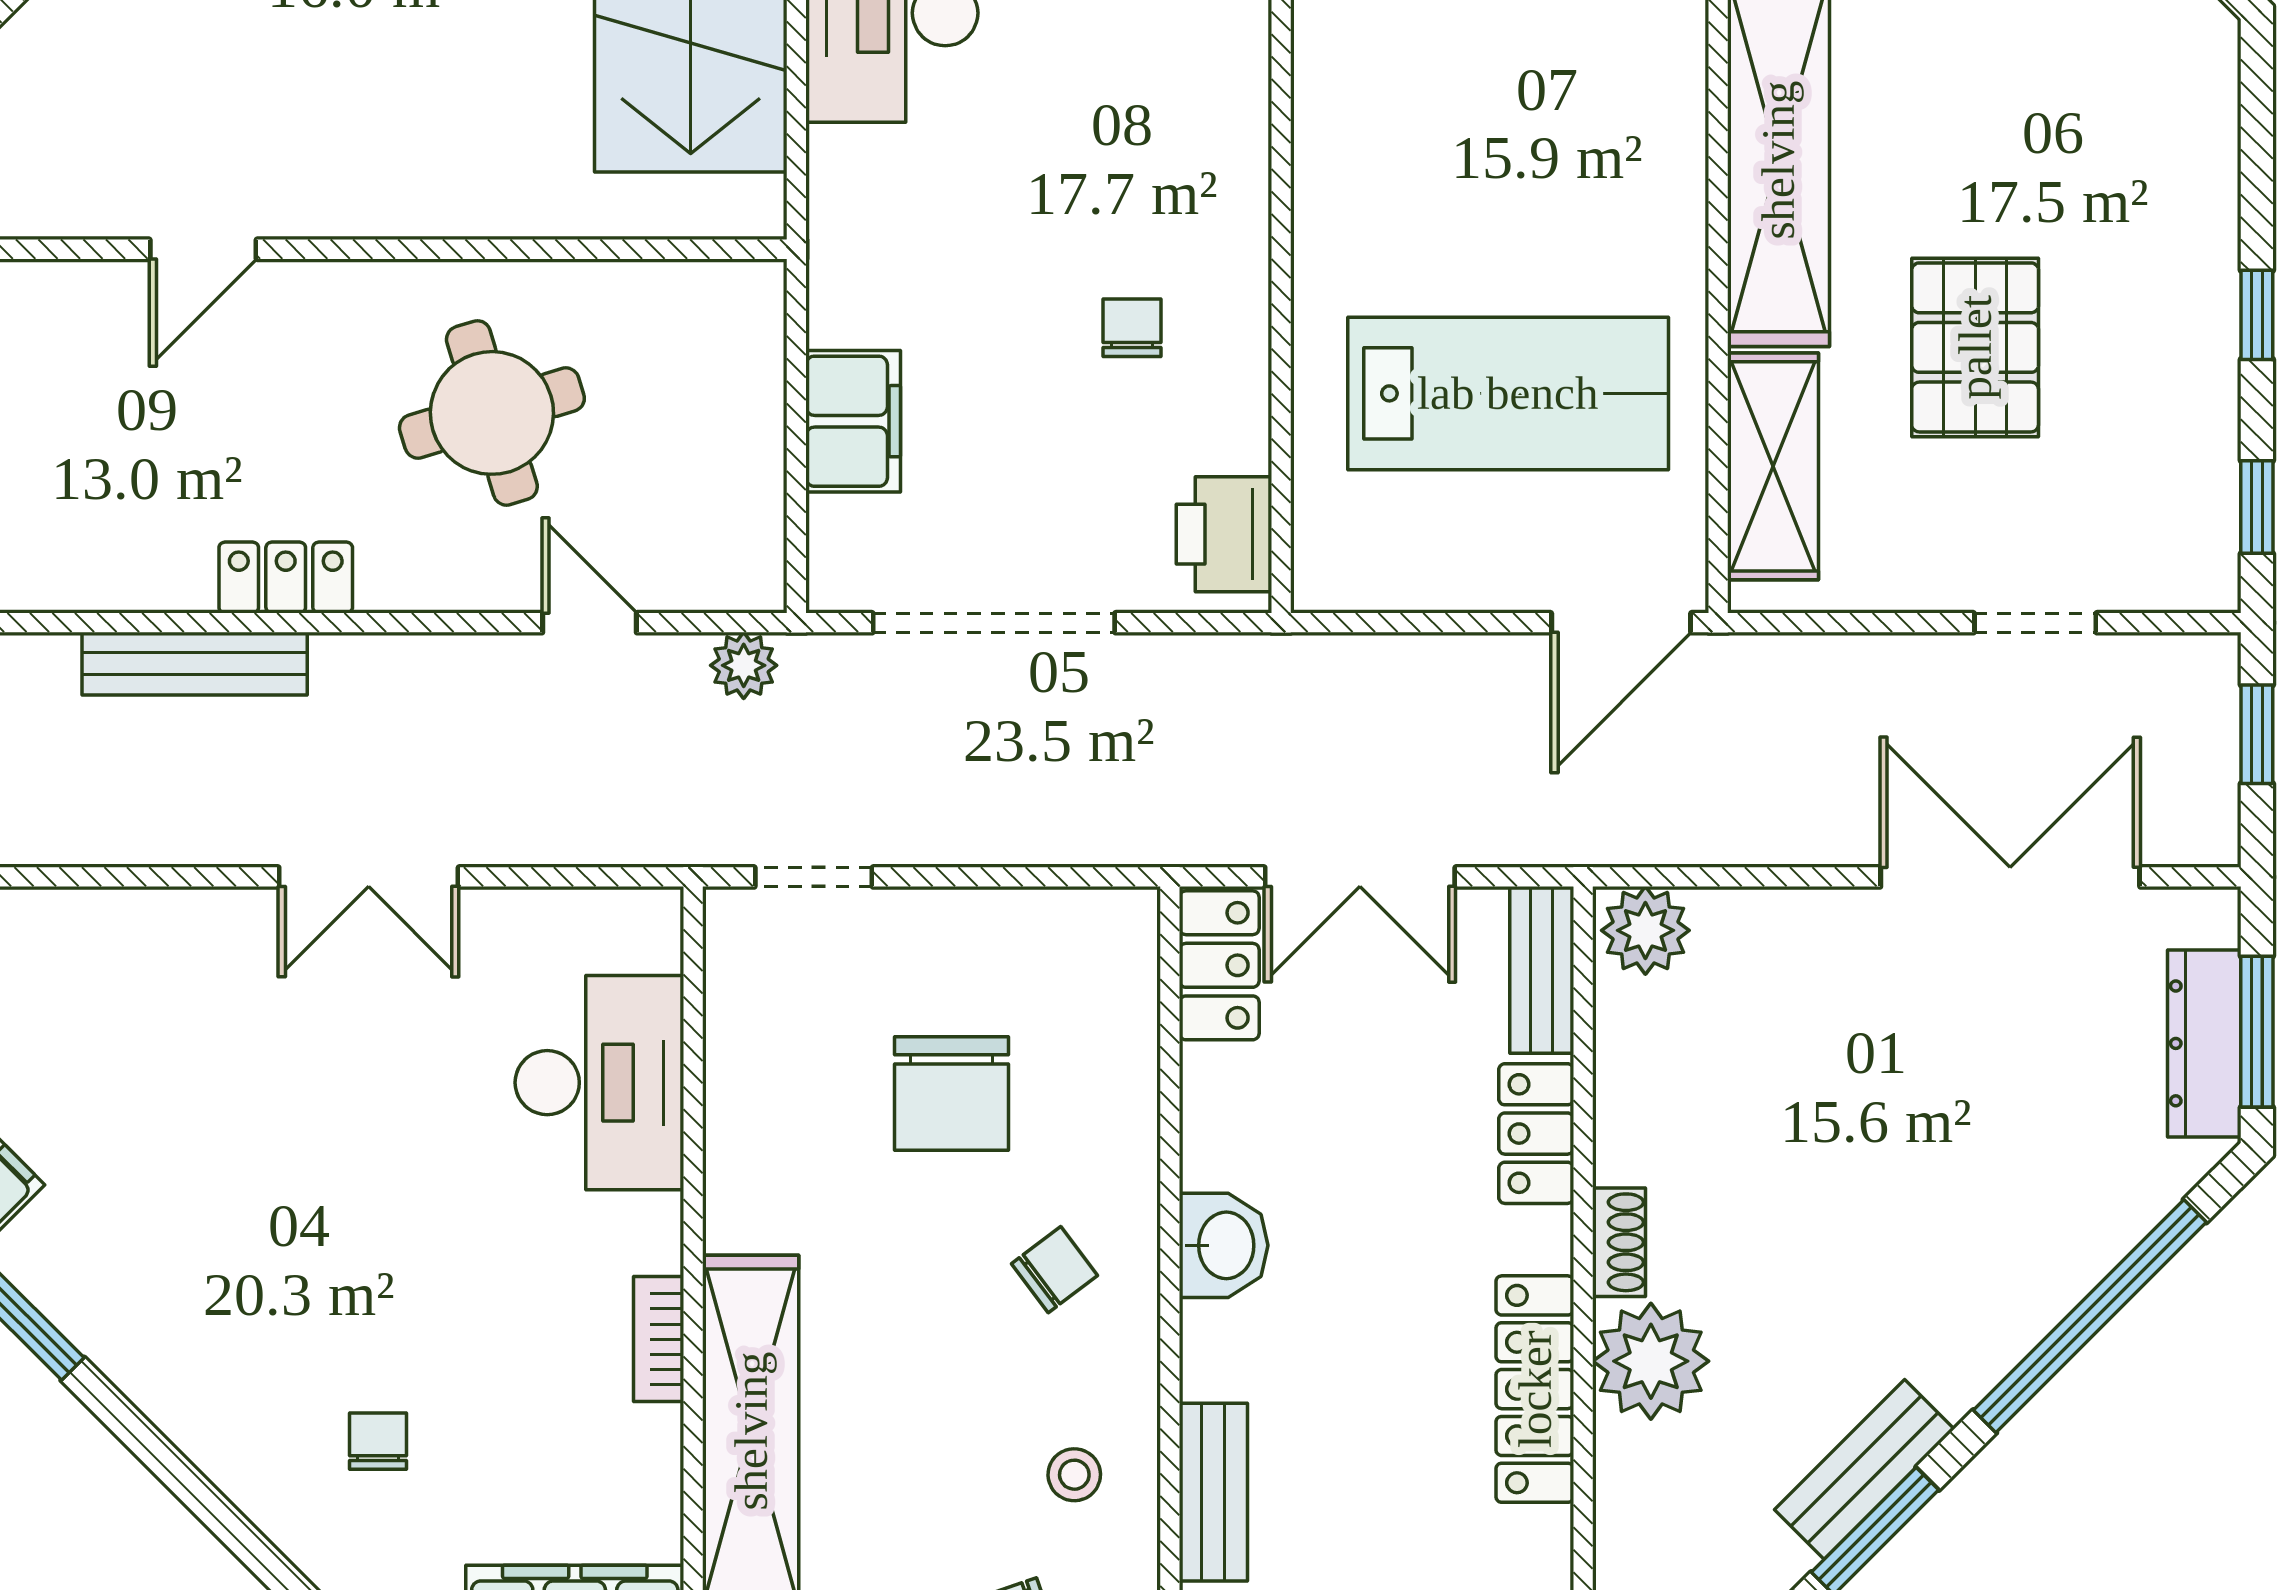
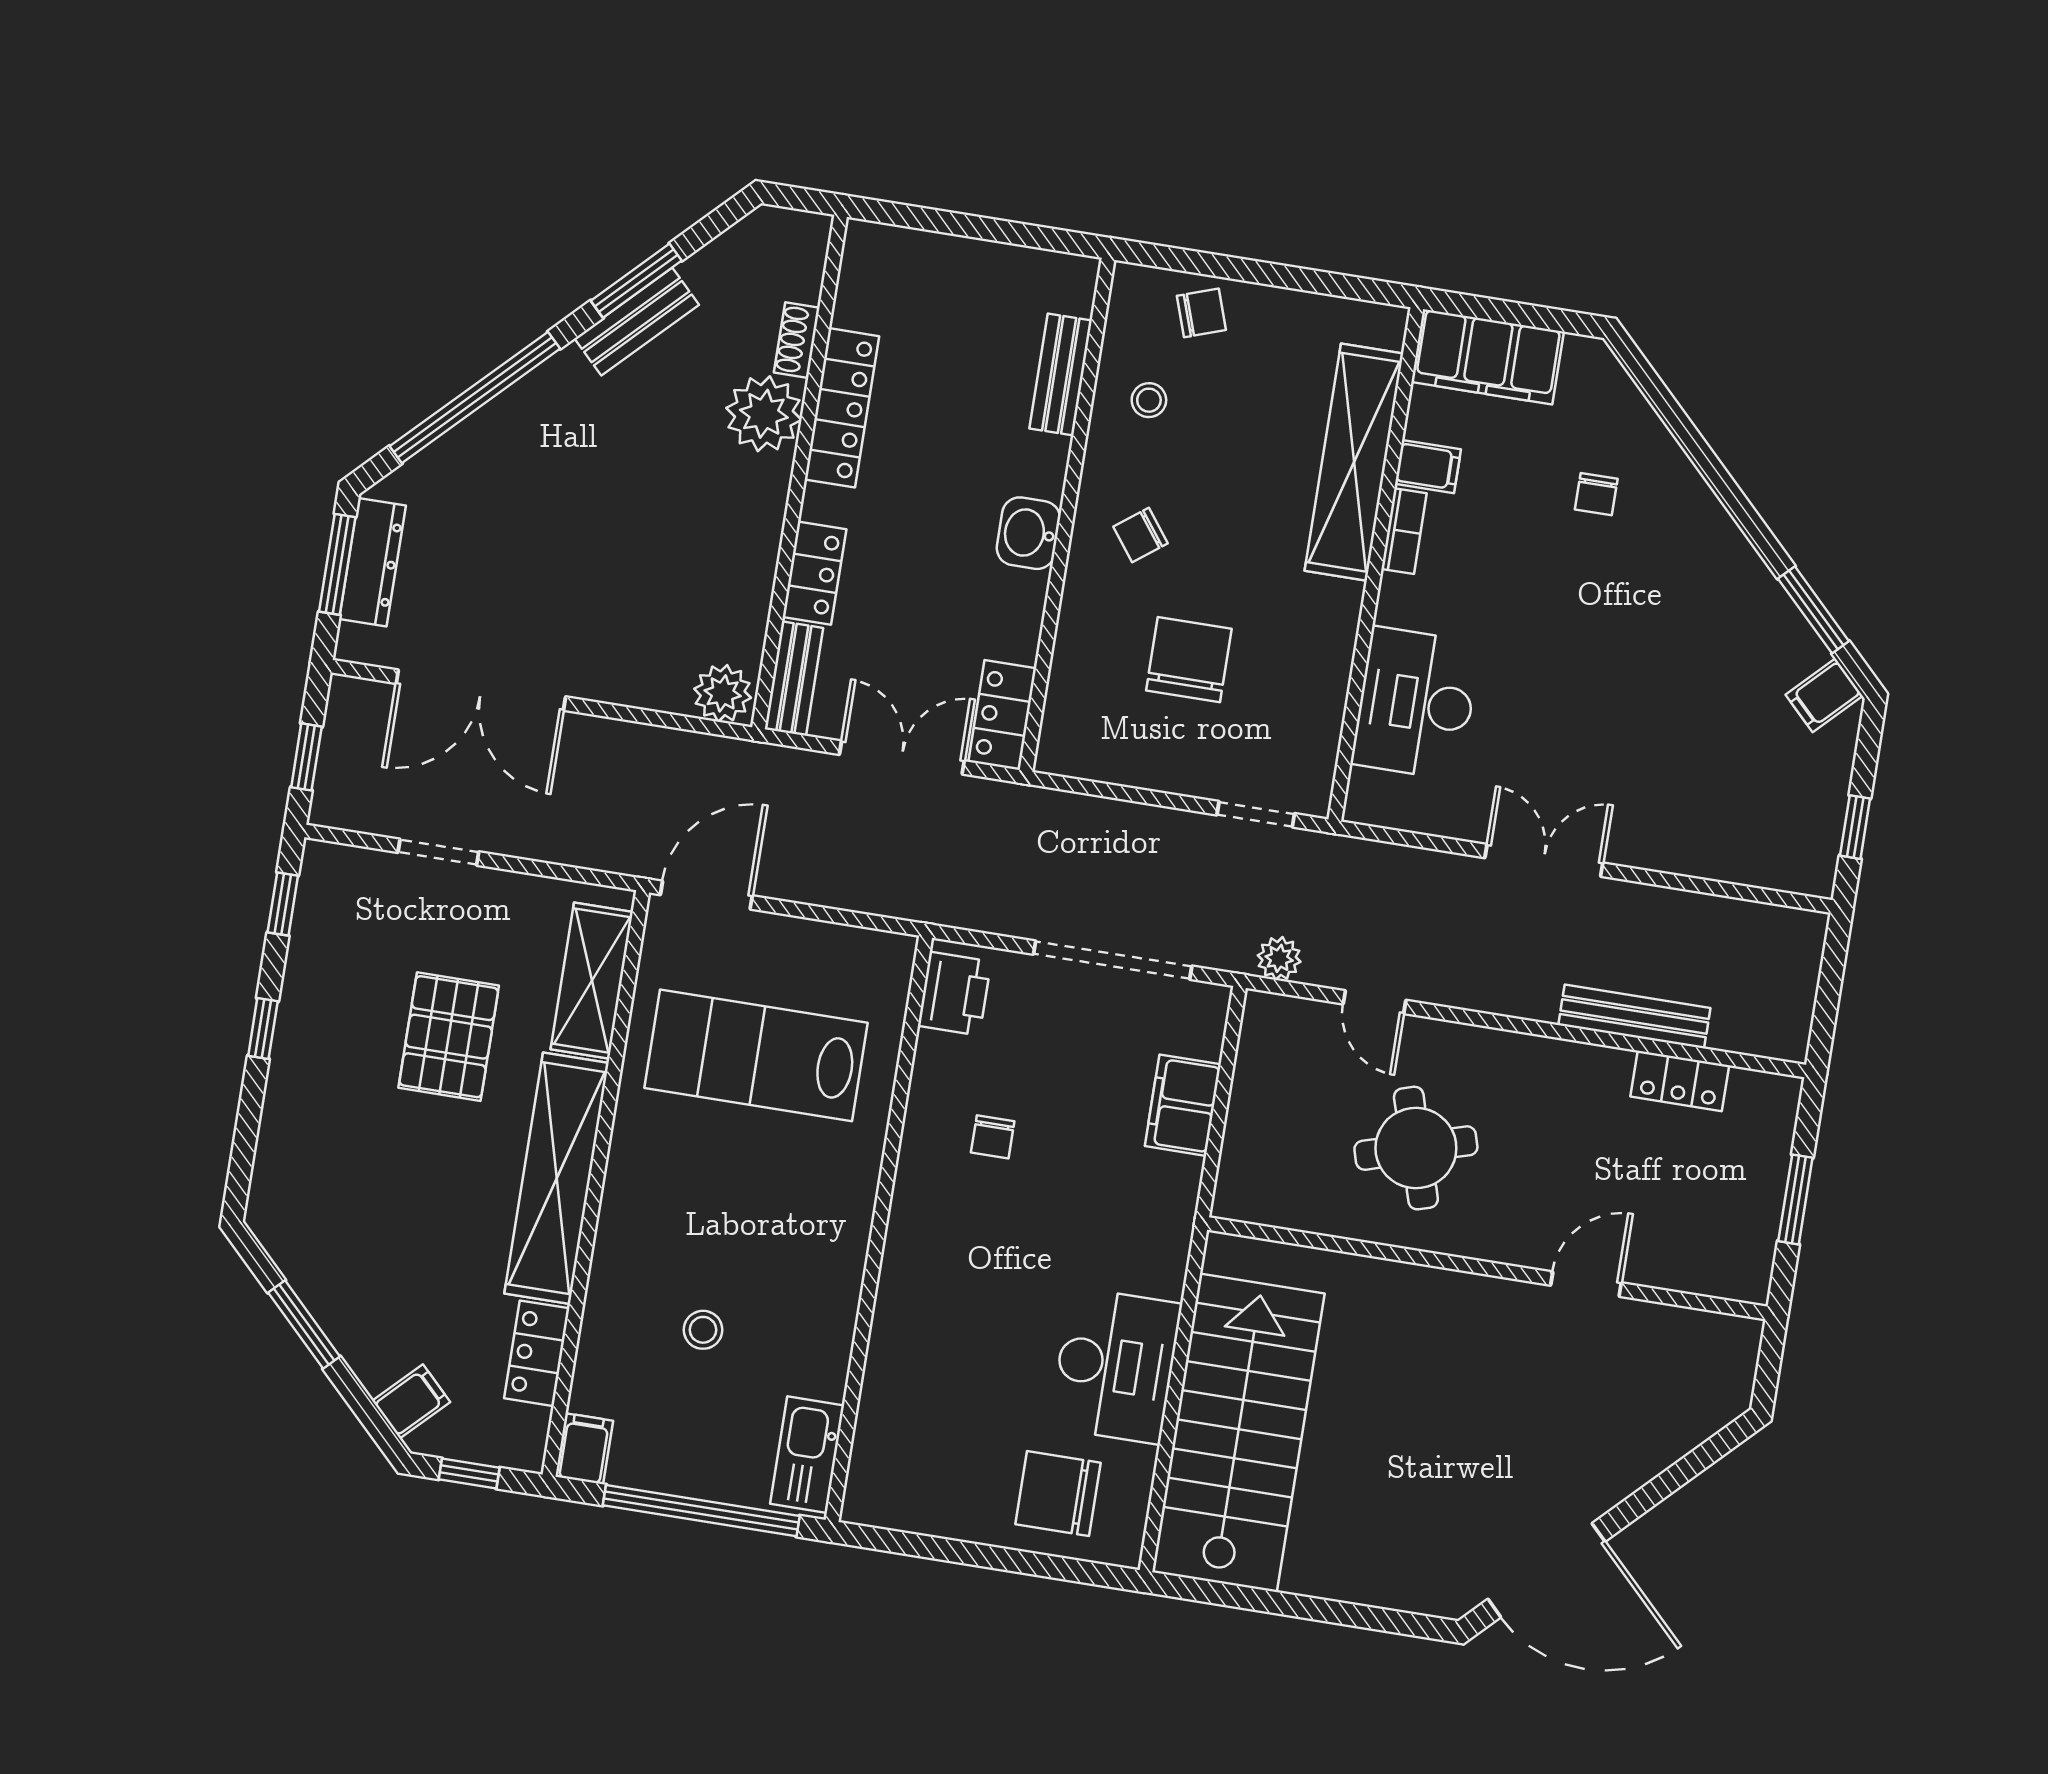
locker: (286, 578) -> (1680, 1081), moved
shoe rack: (1619, 1242) -> (797, 340), moved
filing cabinet: (638, 1442) -> (1428, 467), added

